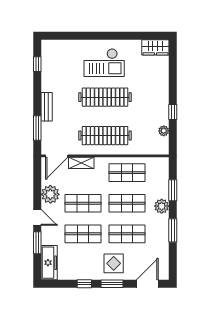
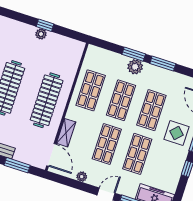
plant: (164, 131) -> (41, 34), moved
window: (173, 190) -> (134, 54), moved
plant: (50, 194) -> (82, 177), width x0.53, depth x0.53

